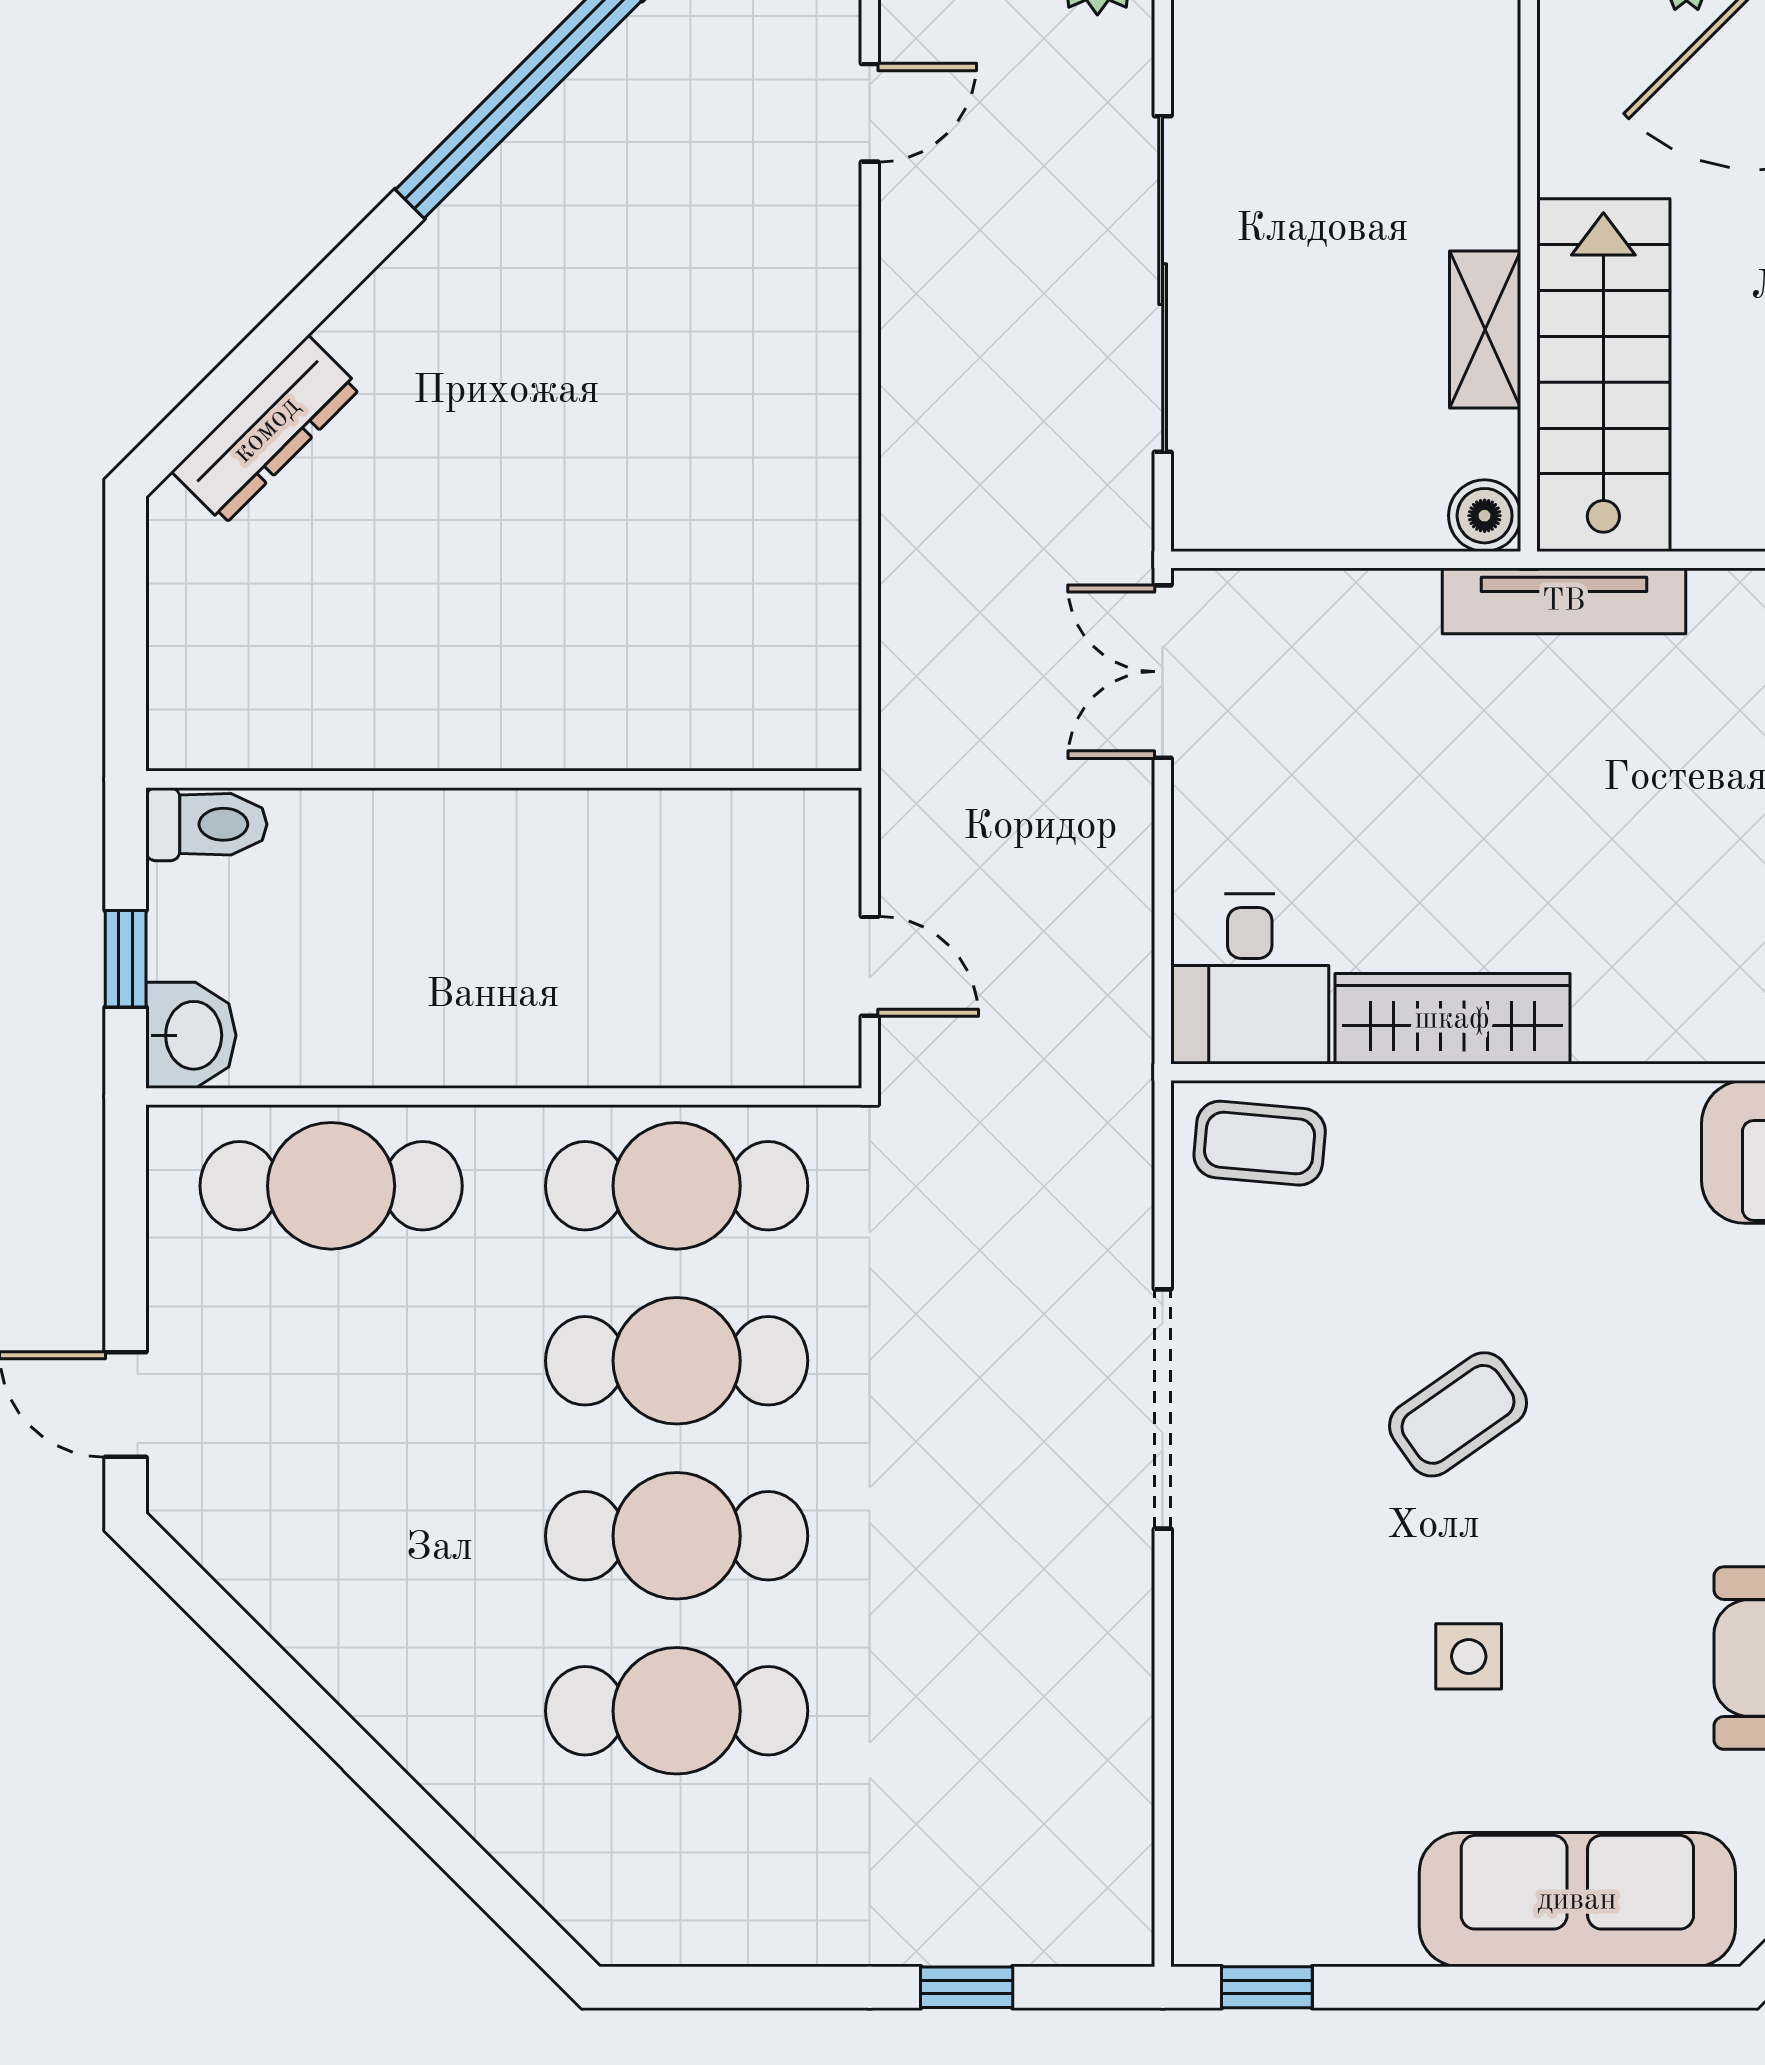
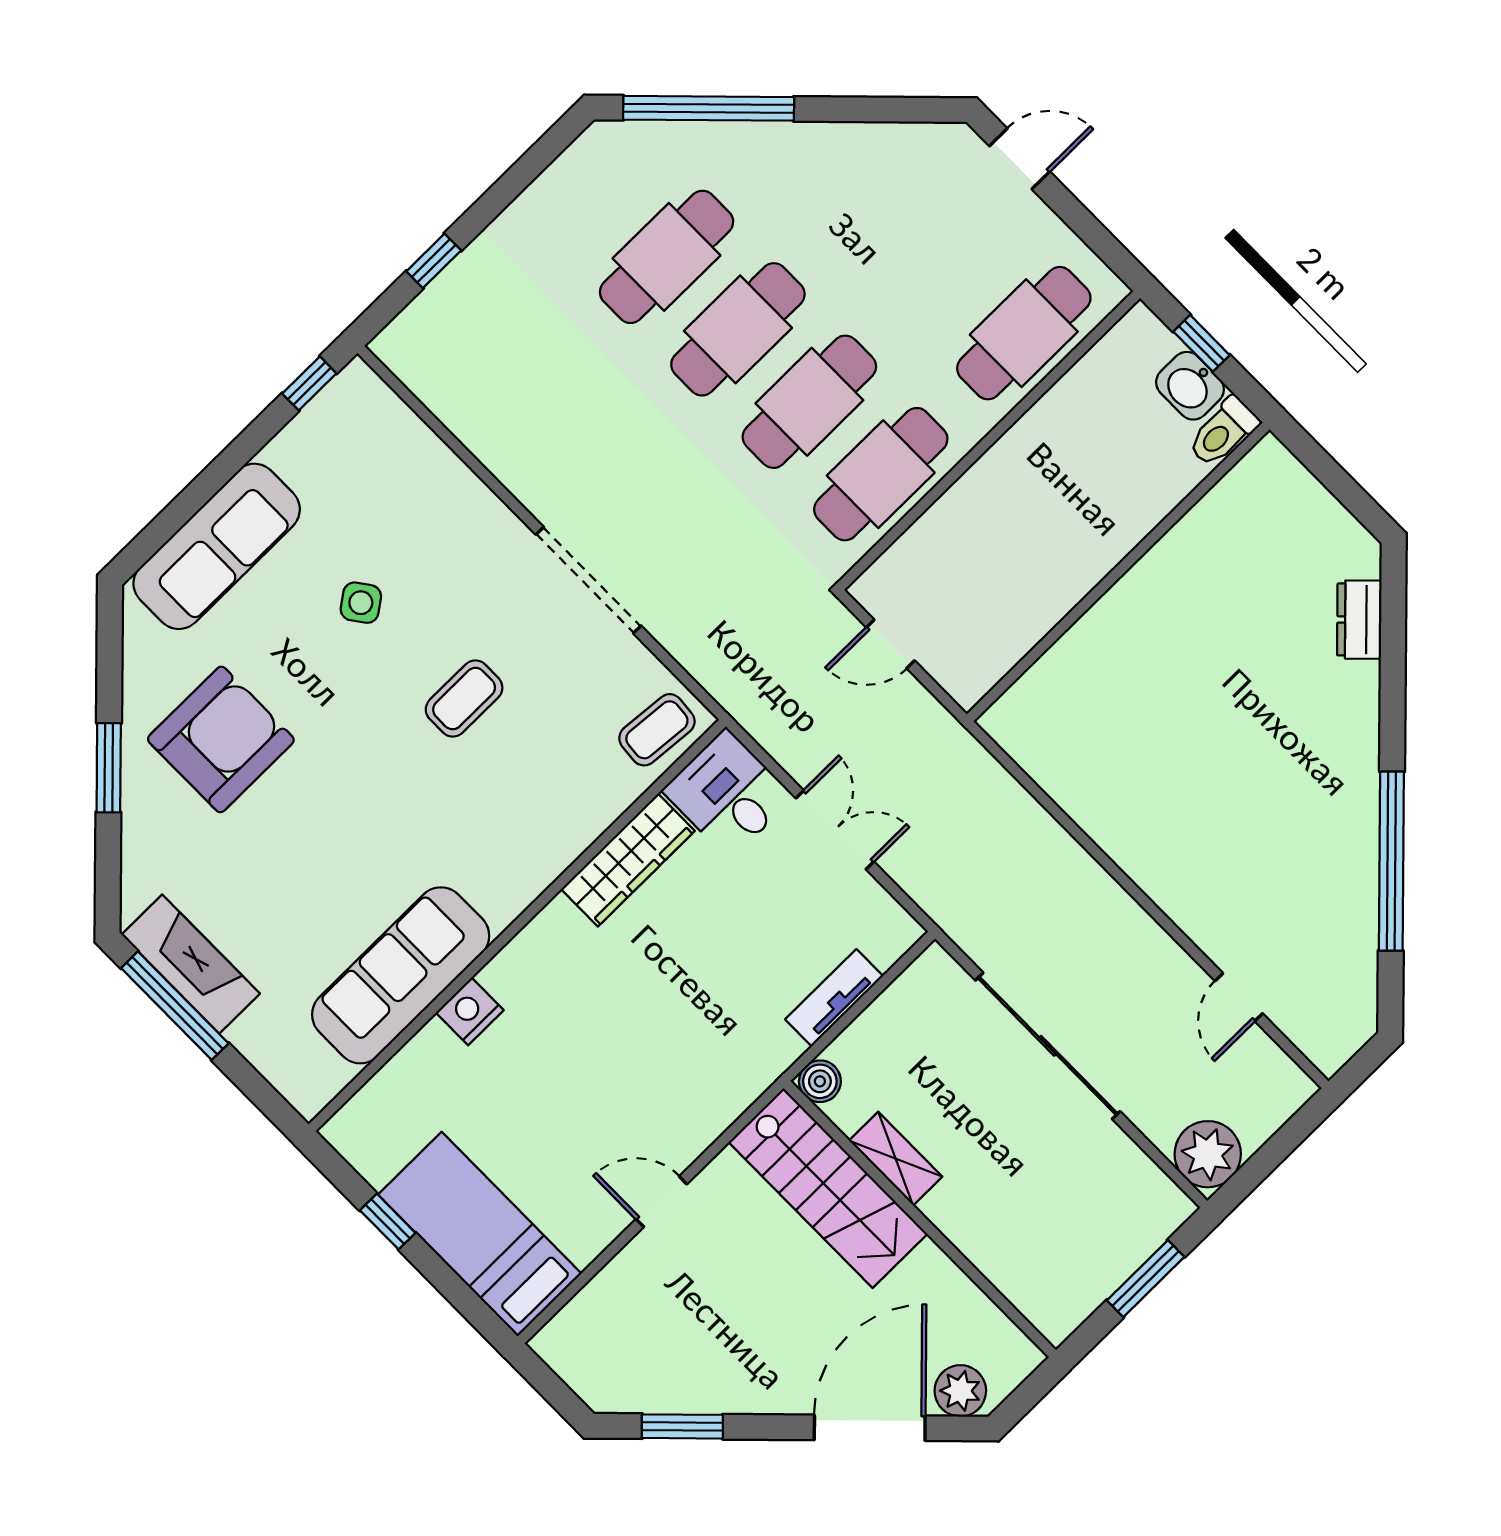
dresser: (266, 430) -> (1359, 620), width x0.70
tv unit: (1564, 601) -> (834, 998), moved, width x0.71
double door: (1163, 672) -> (835, 830), moved
washbasin: (191, 1035) -> (1190, 386), moved
coffee table: (1458, 1414) -> (464, 699), turned 35
side table: (1469, 1656) -> (361, 603), turned -36
window: (446, 1842) -> (709, 108), added

